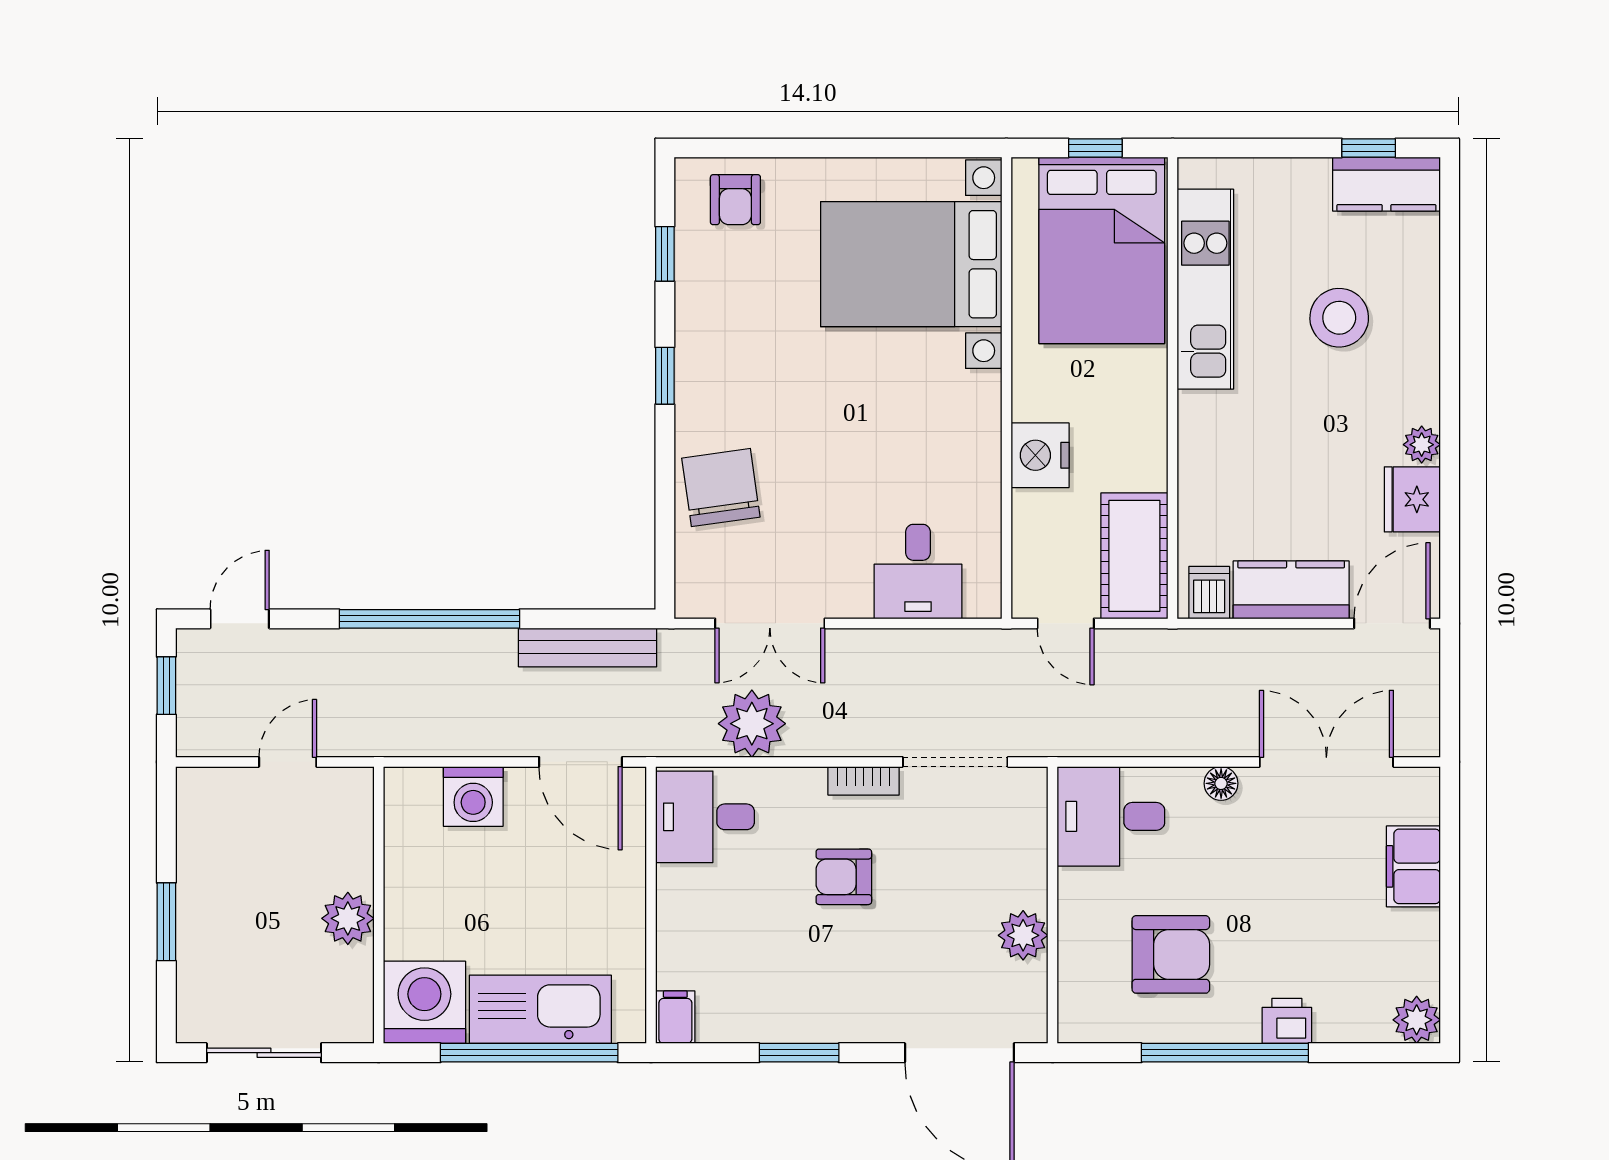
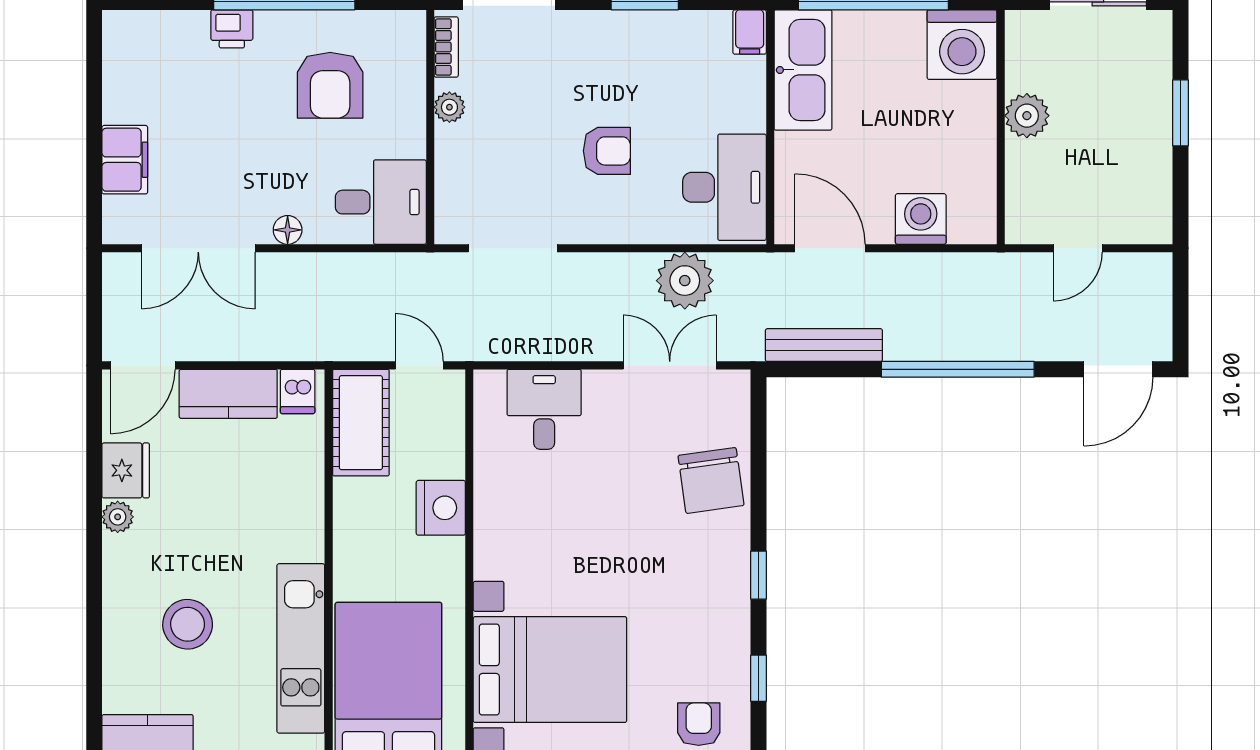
door: (240, 619) -> (1118, 369), width x1.38
window: (166, 686) -> (1181, 313), removed
bookcase: (864, 781) -> (446, 47), moved, turned 90
desk: (705, 817) -> (724, 187), width x1.37
plant: (1023, 935) -> (449, 107), width x0.73, depth x0.73
armchair: (1171, 954) -> (330, 85), turned -90
kitchen sink: (540, 1009) -> (803, 70), moved, turned -90
plant: (1417, 1020) -> (122, 30), removed

